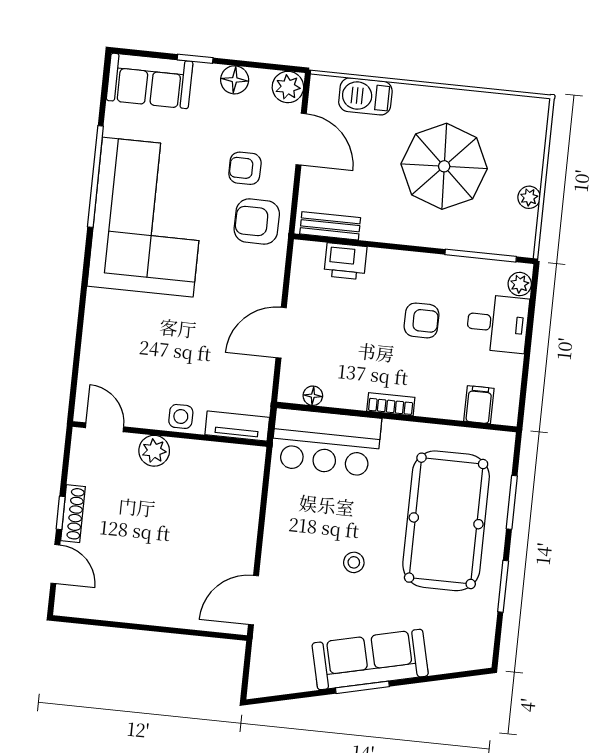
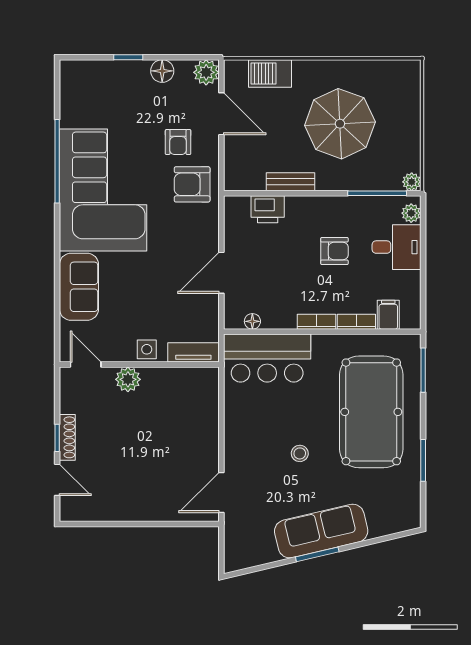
sofa: (150, 81) -> (79, 287), moved, turned -90
armchair: (245, 168) -> (178, 142), turned -90
plant: (529, 197) -> (412, 182), moved
bench: (330, 226) -> (291, 182), moved
bookcase: (439, 409) -> (356, 322), added
window: (512, 502) -> (423, 370), moved

